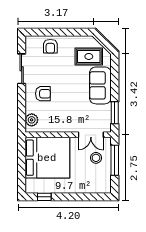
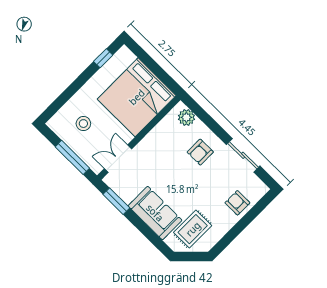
stool: (96, 158) -> (83, 124), moved

